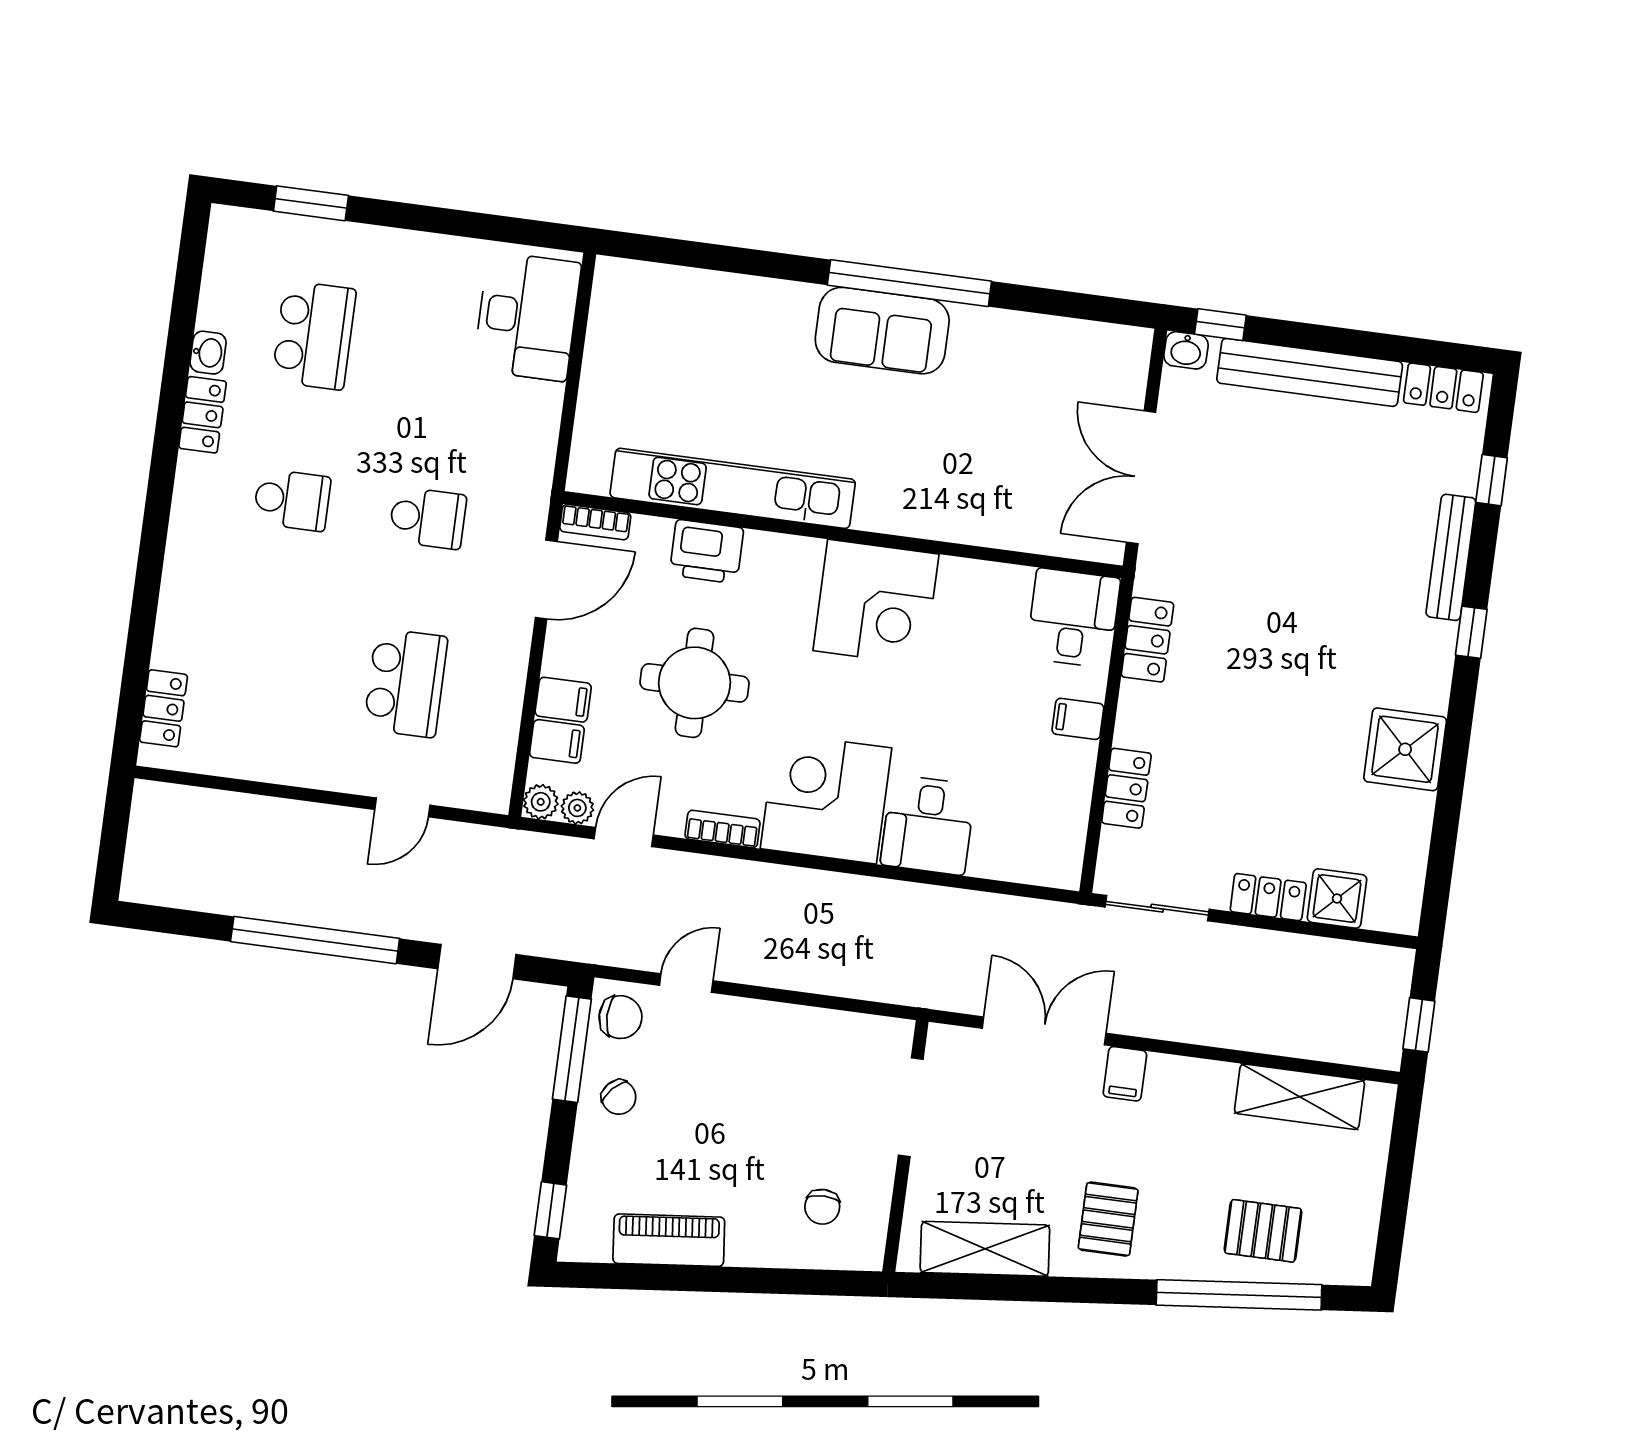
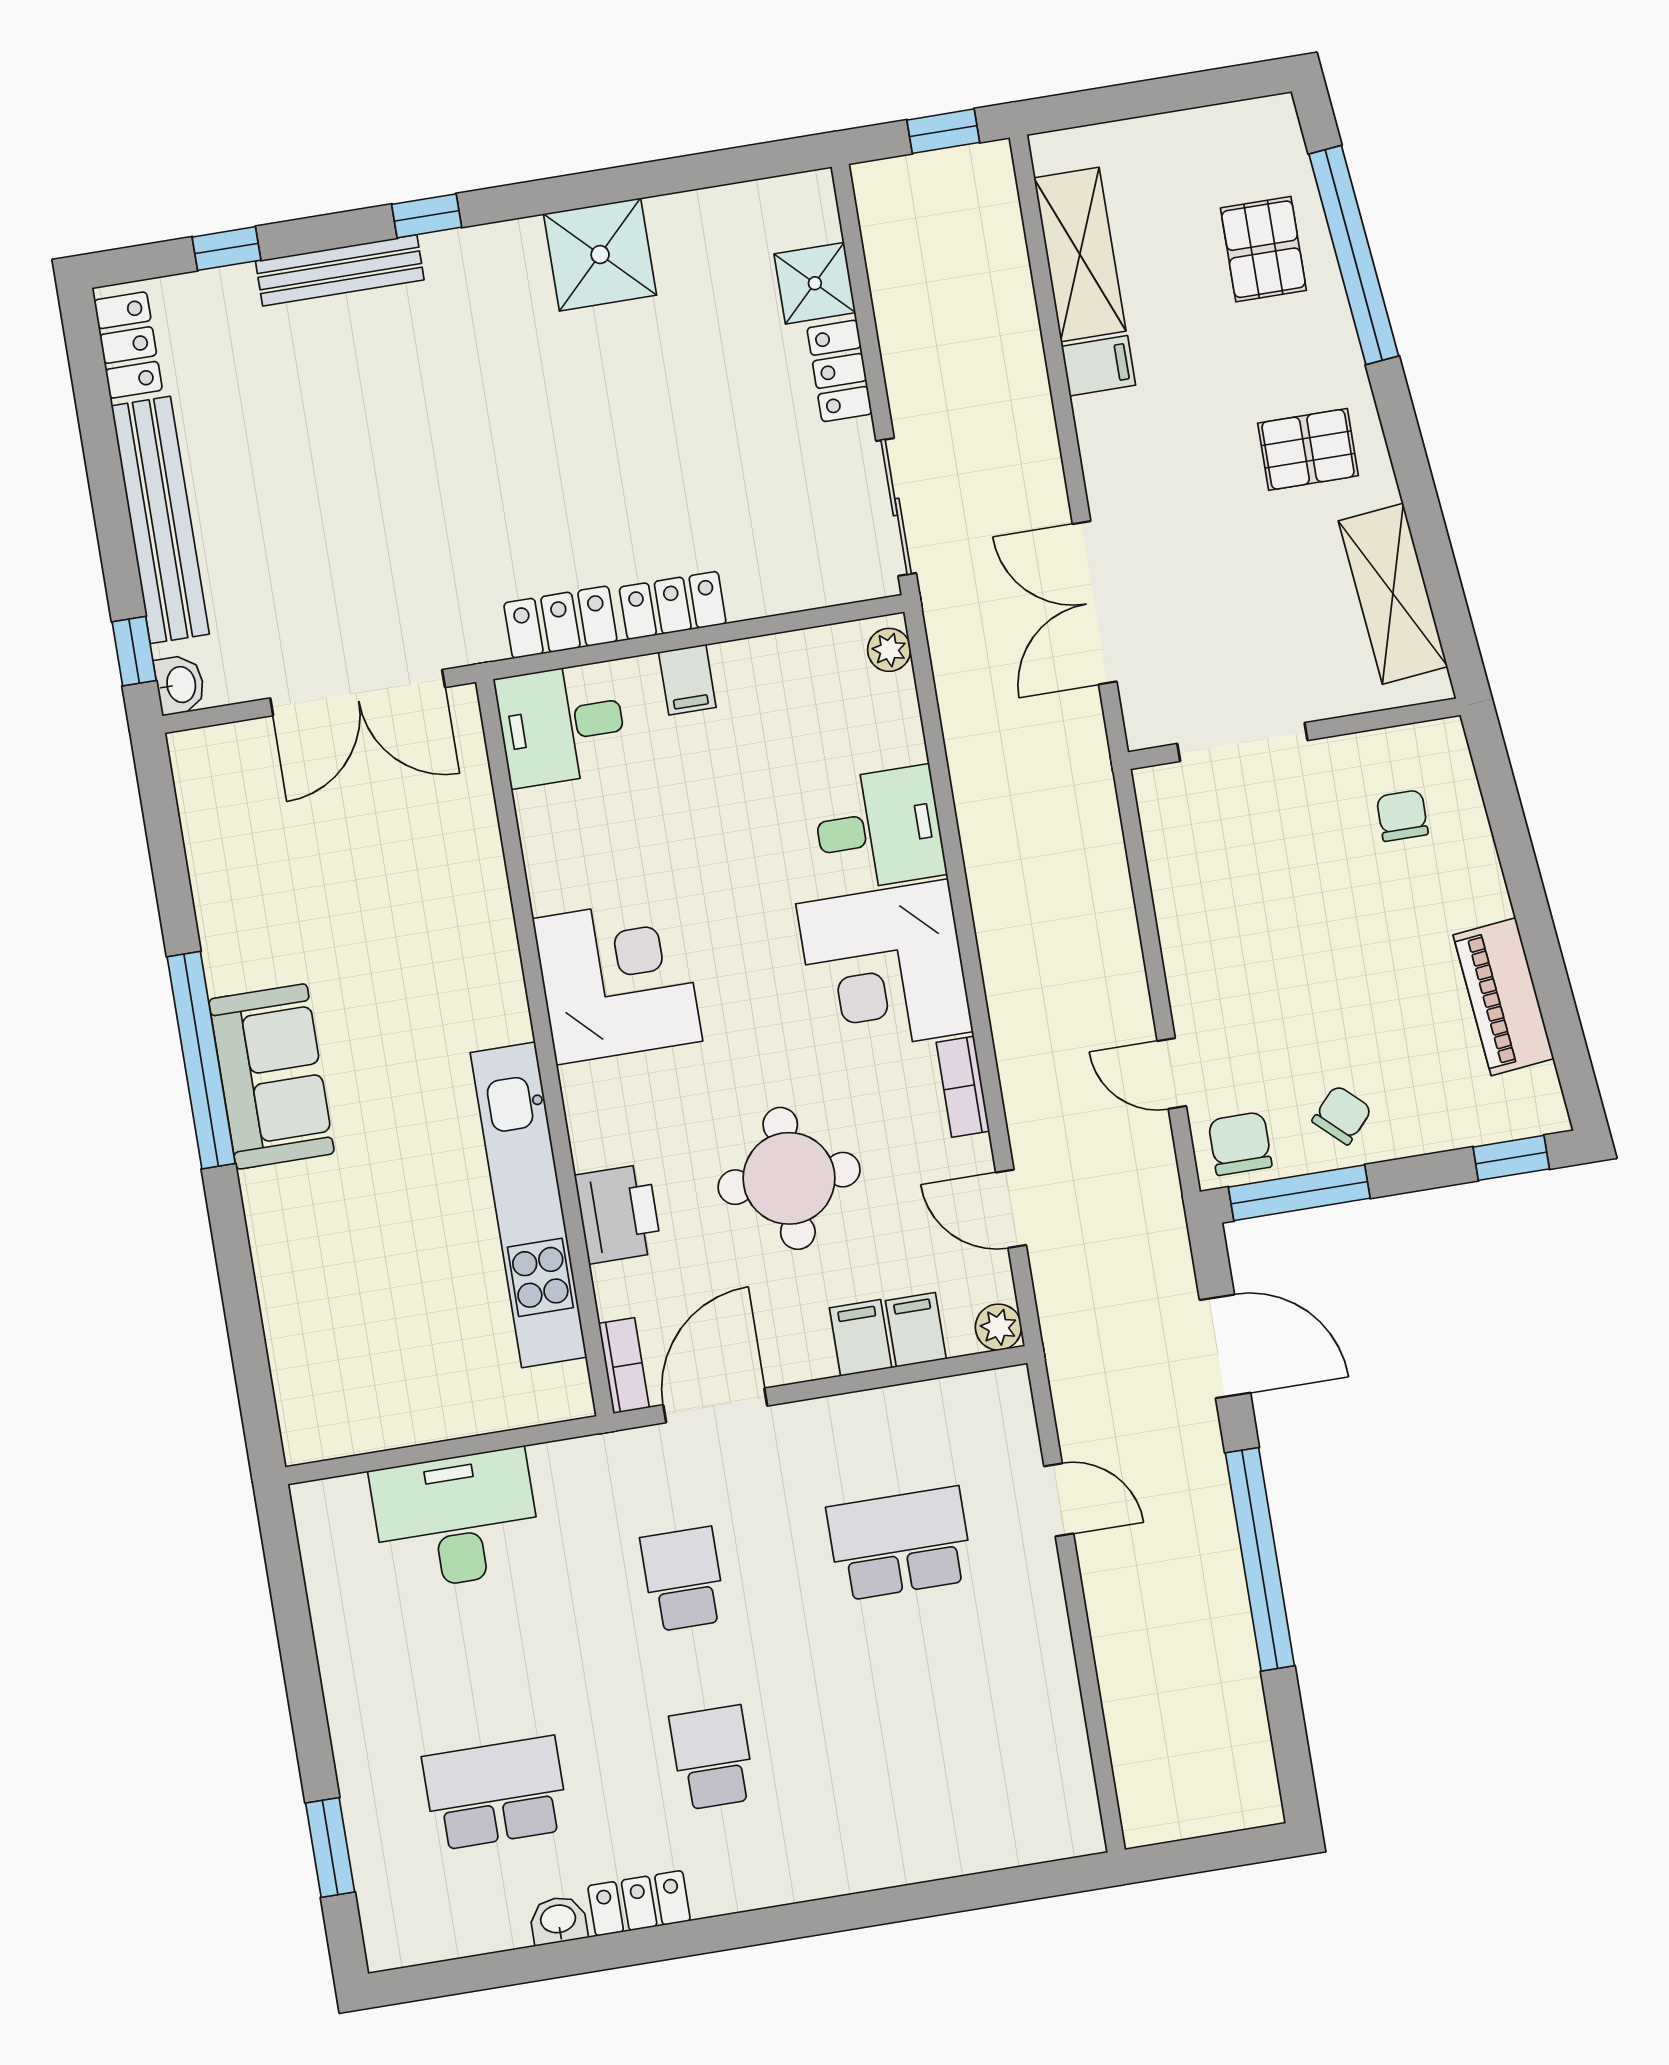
desk: (527, 316) -> (456, 1520), moved
door: (546, 580) -> (715, 1405), hinge flipped
locker: (164, 708) -> (1025, 1840), removed
locker: (1126, 788) -> (673, 605), moved
plant: (577, 808) -> (889, 650), moved
filing cabinet: (1125, 1074) -> (1098, 366), moved
chair: (822, 1207) -> (1402, 816), turned -90

